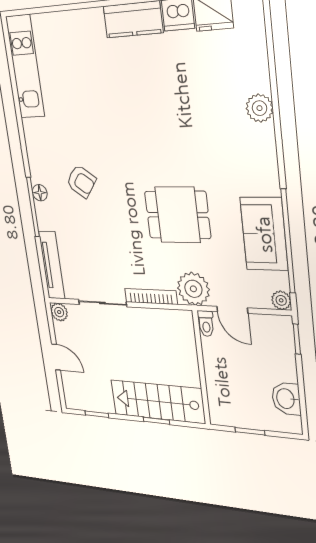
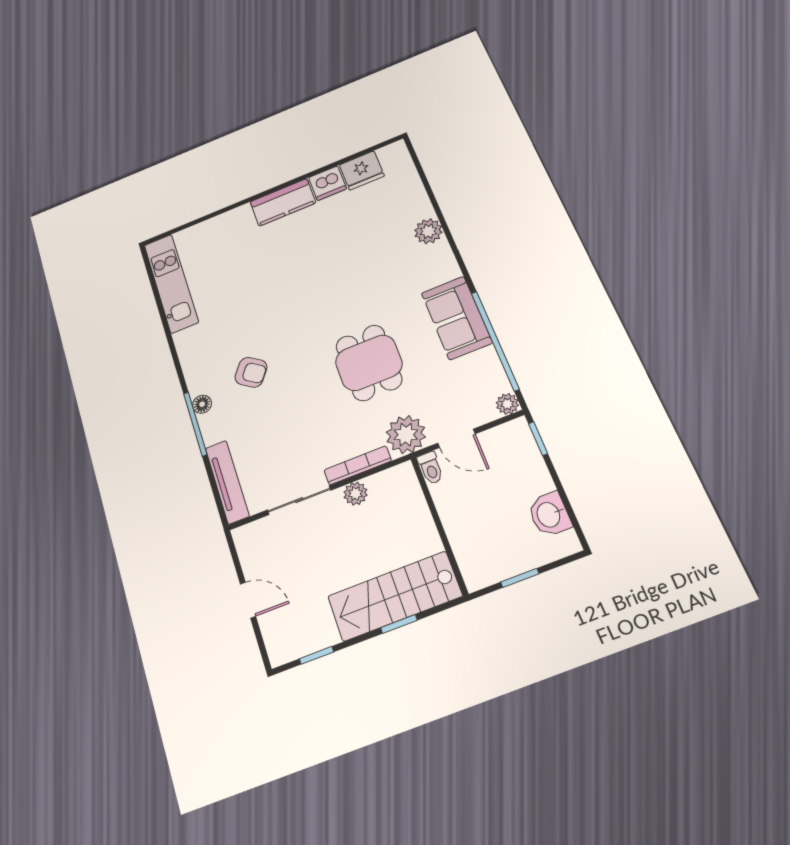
dining table: (178, 215) -> (369, 363), turned 90
sofa: (264, 234) -> (457, 318), moved
plant: (59, 312) -> (355, 494), moved

